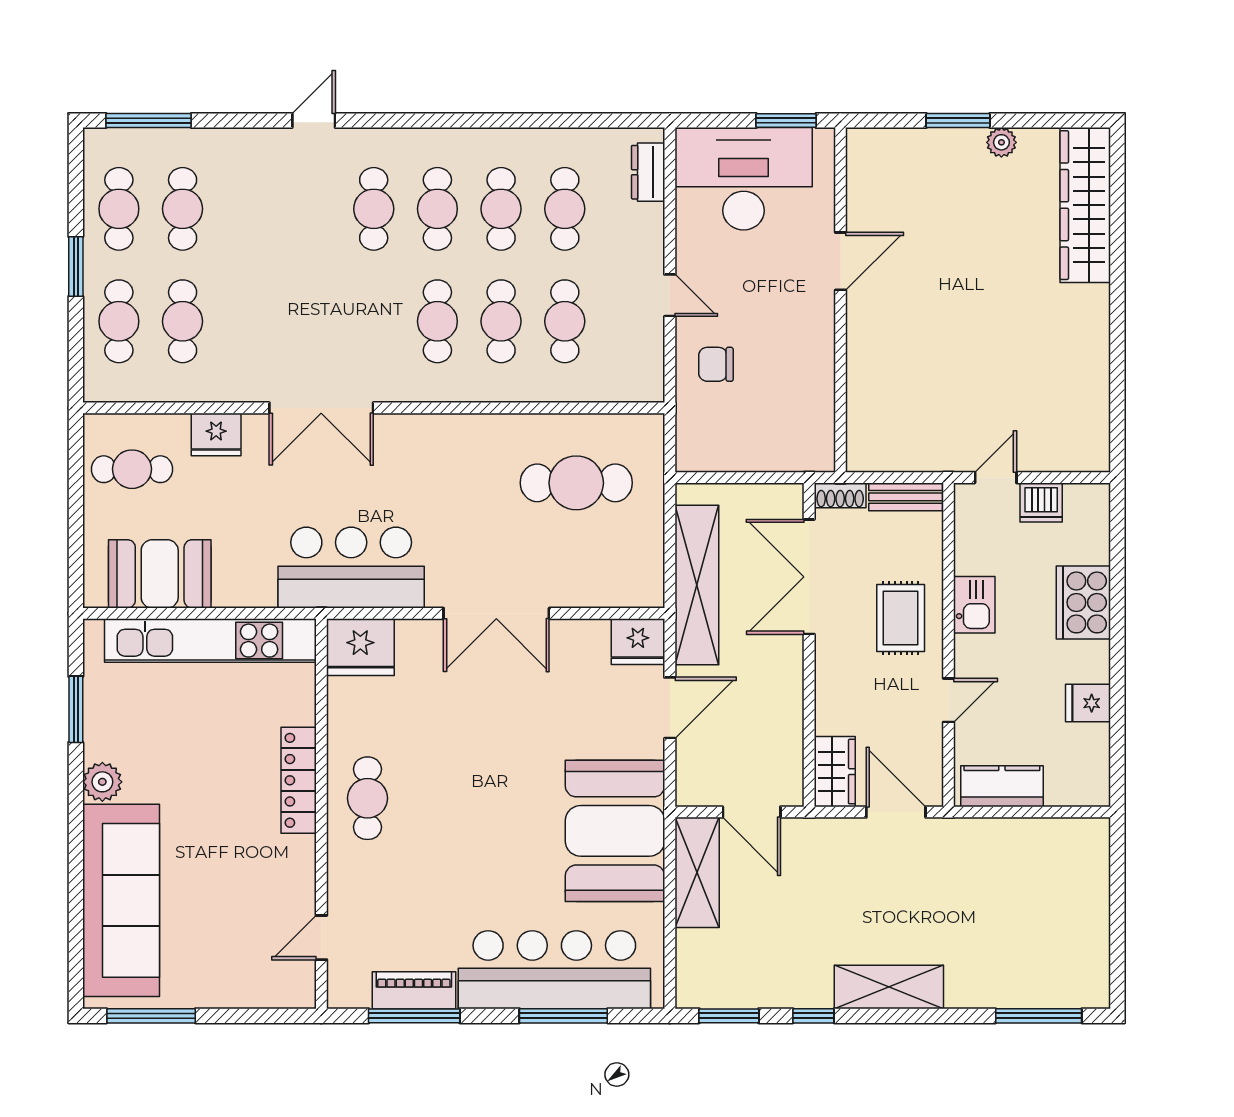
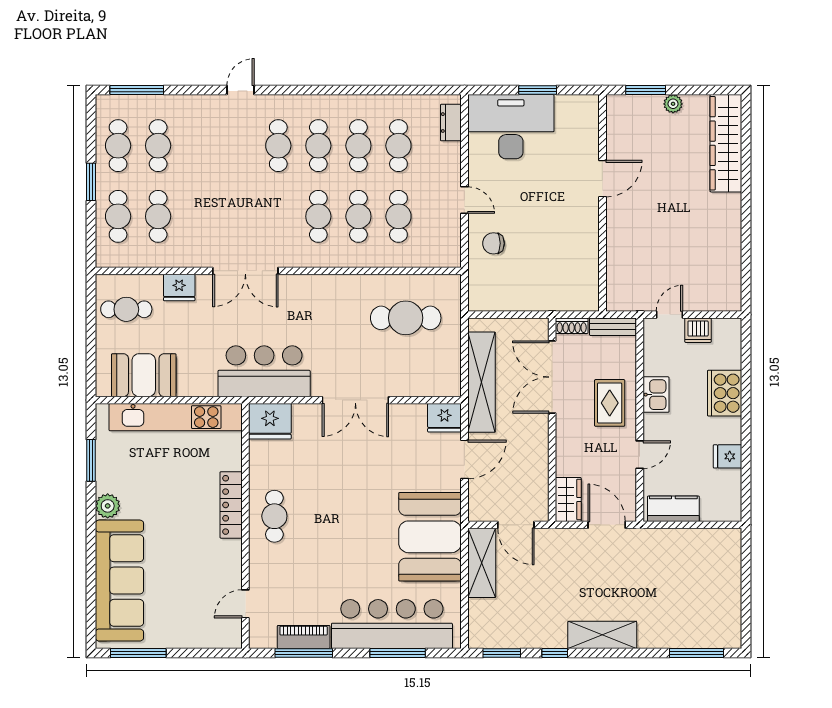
door: (840, 261) -> (602, 179), moved
wall: (840, 300) -> (602, 203), moved

